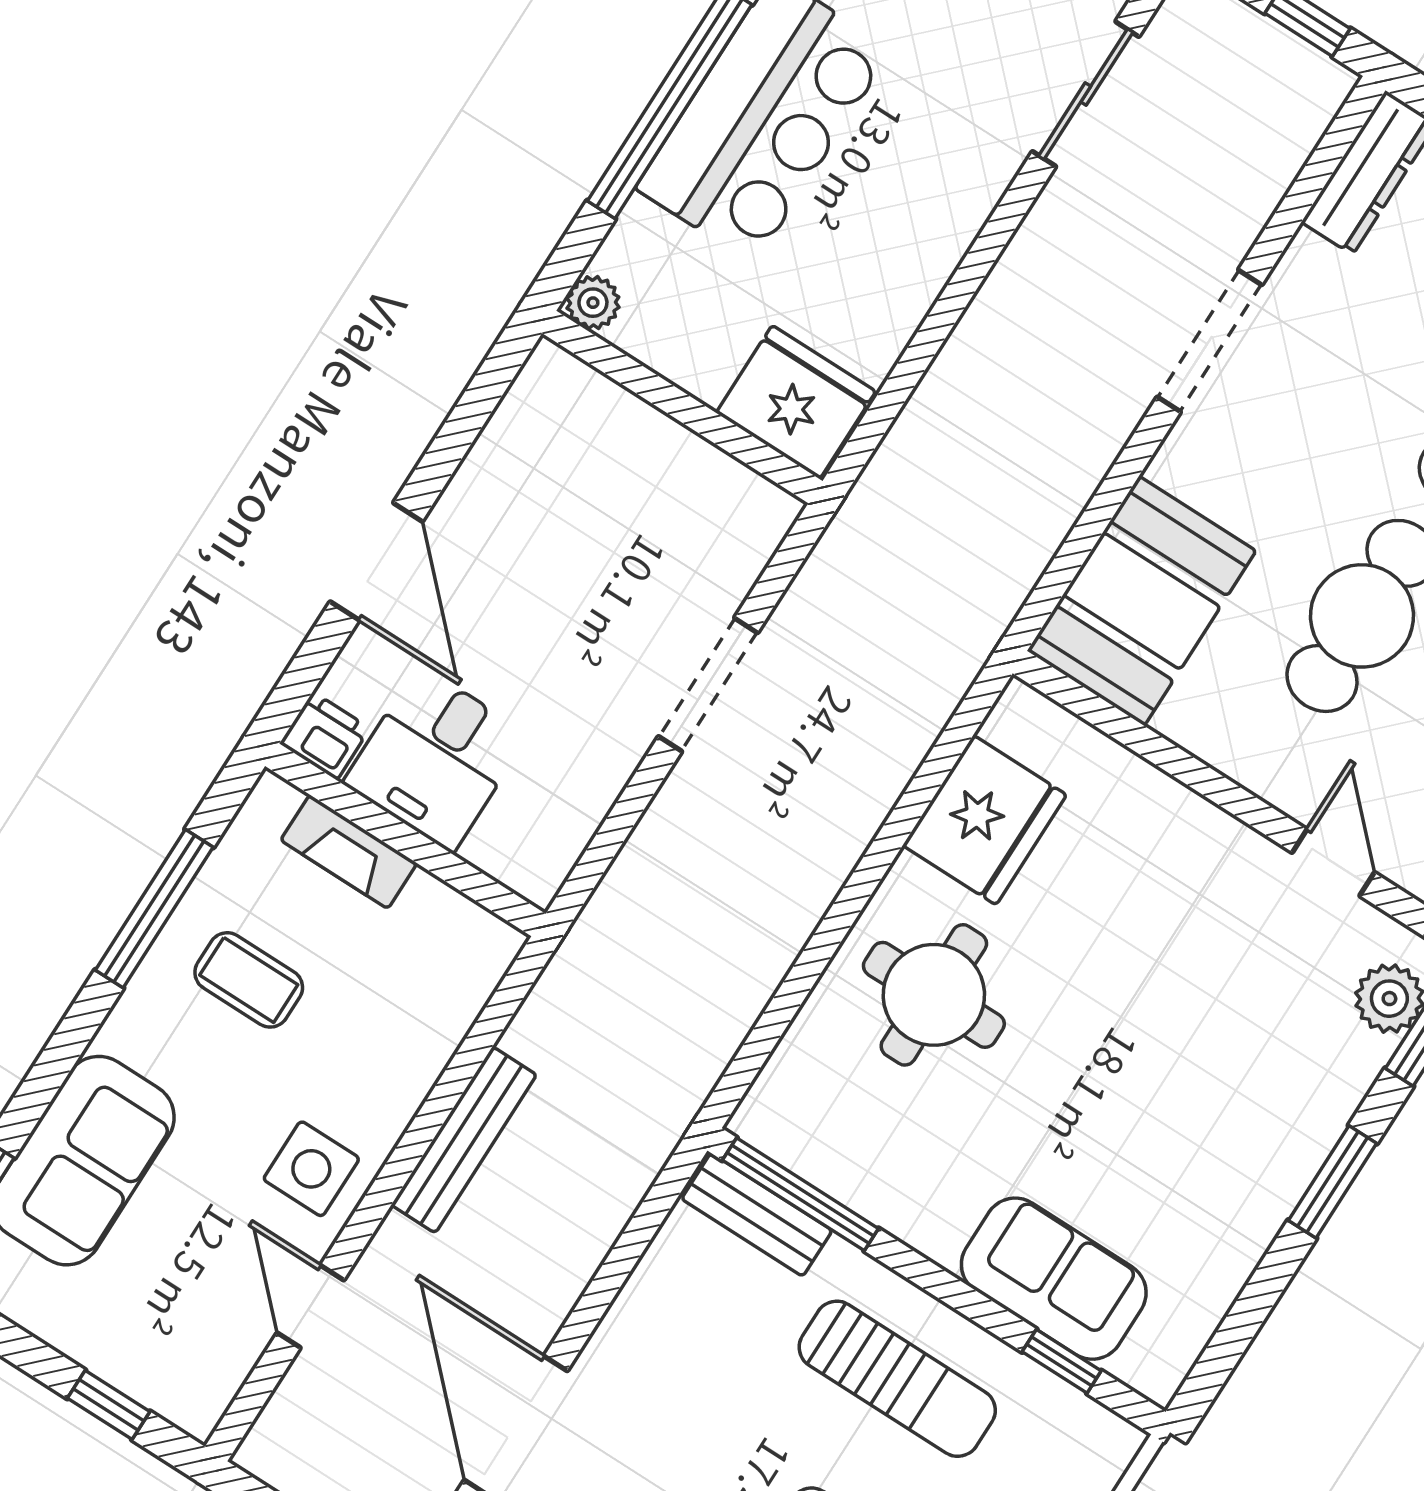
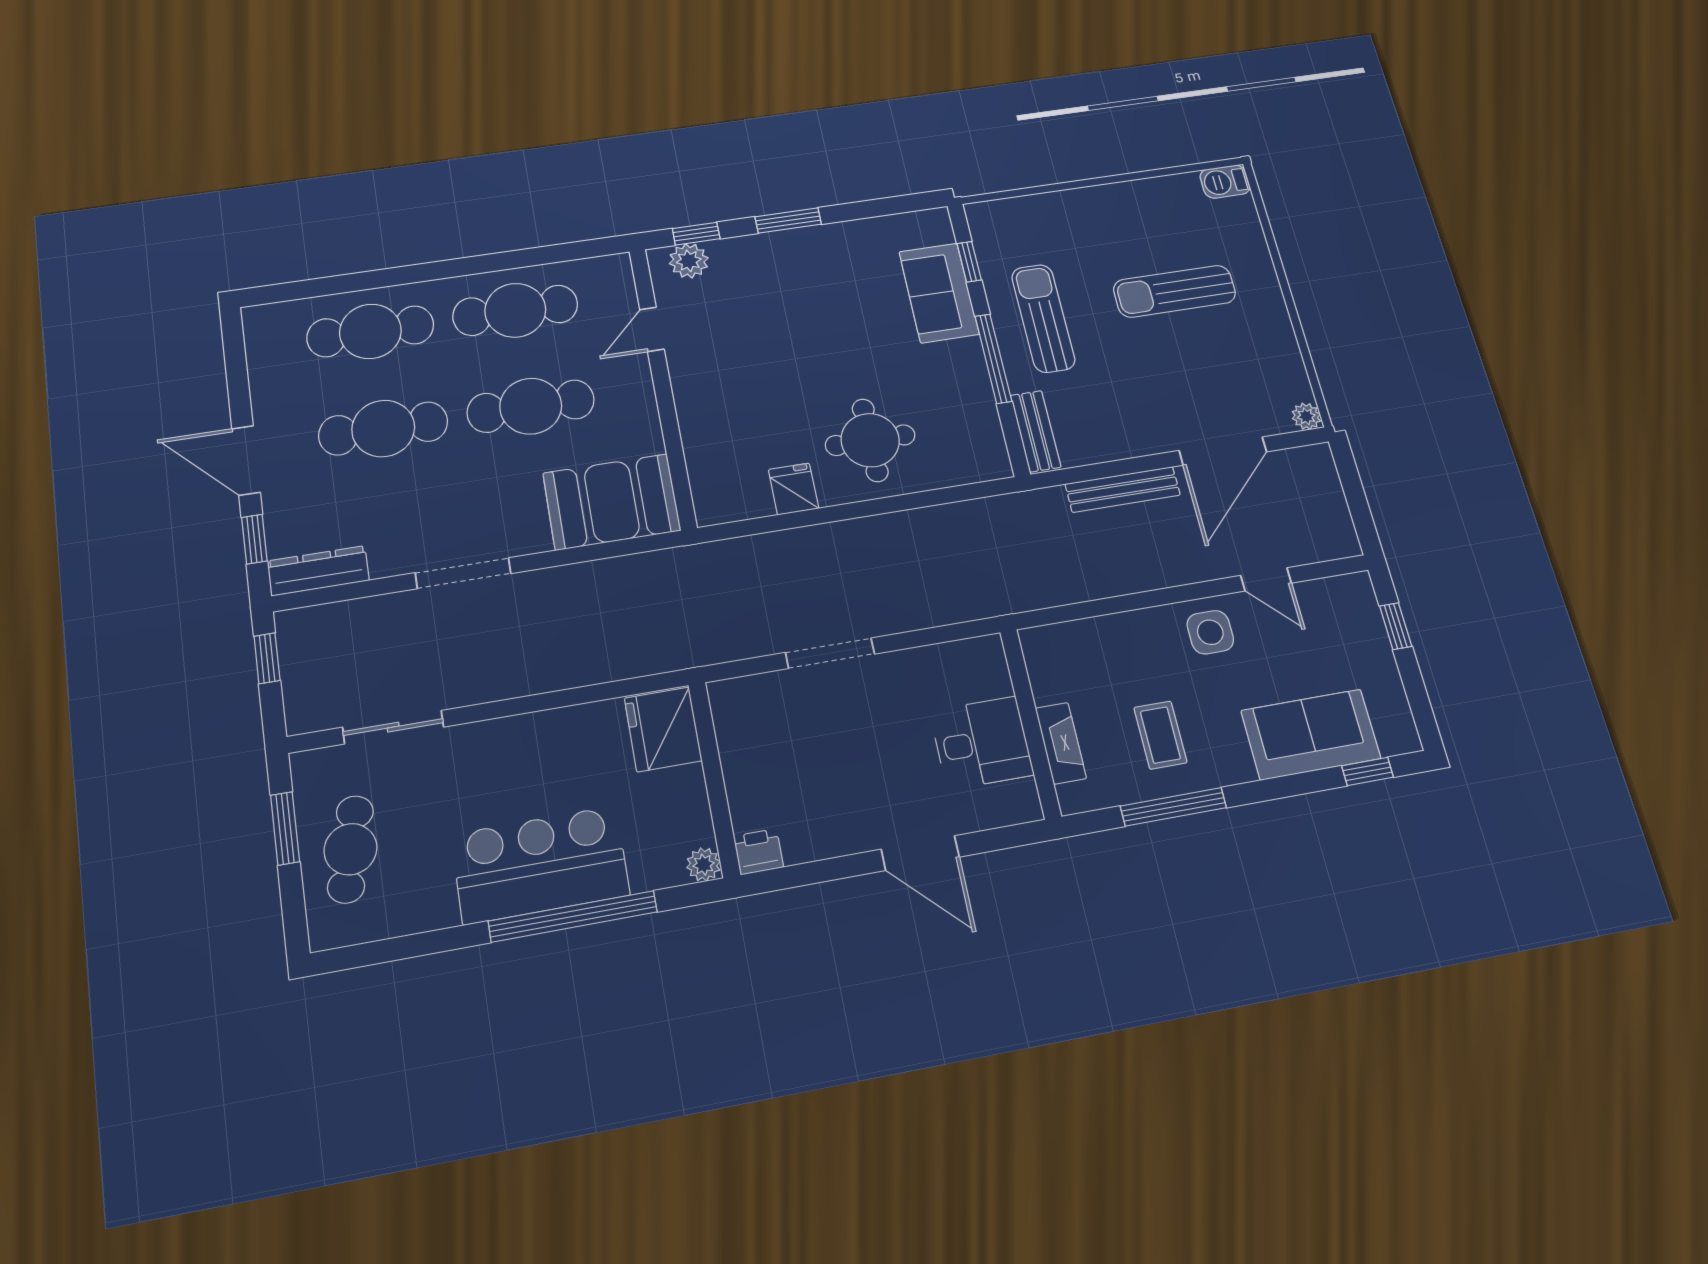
door: (376, 562) -> (920, 853), swing flipped
printer: (325, 736) -> (758, 852), moved, turned 90
fridge: (985, 820) -> (794, 489), width x0.53, depth x0.75
bench: (464, 1140) -> (1123, 489), moved
window: (800, 1194) -> (993, 359), moved
door: (310, 1306) -> (1266, 579), hinge flipped

